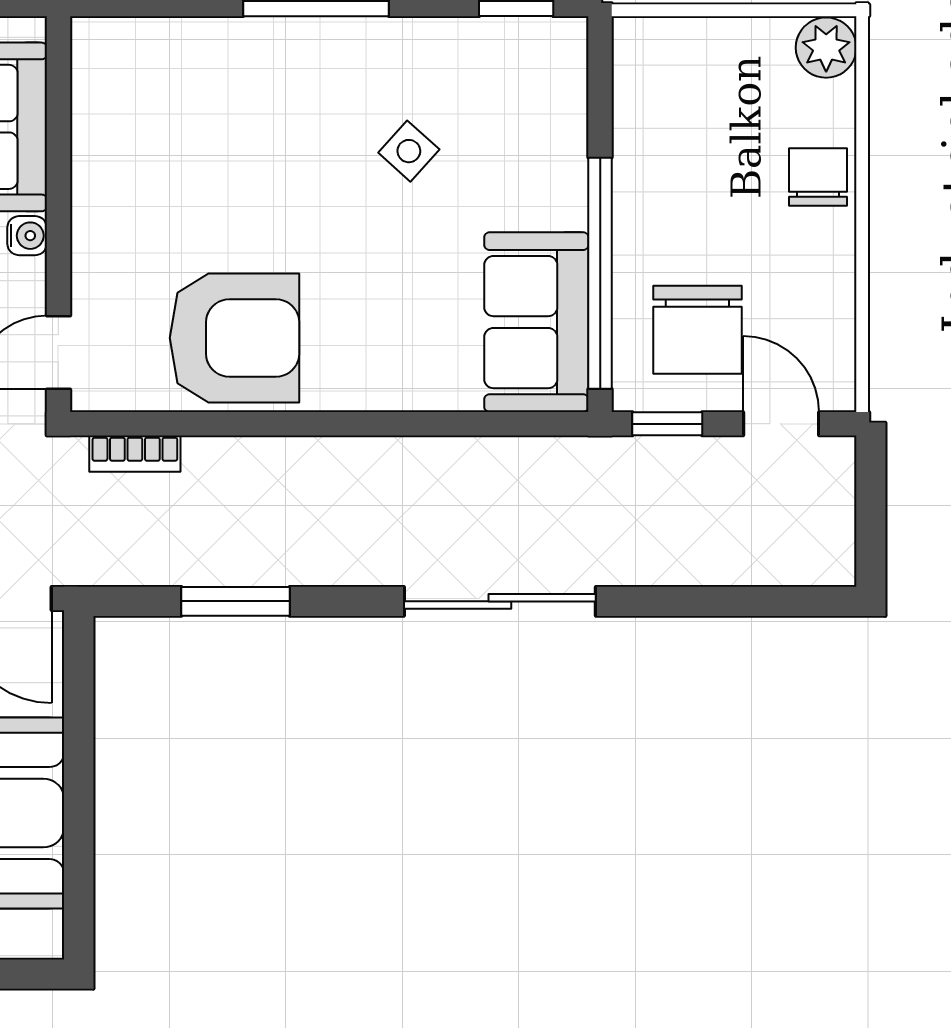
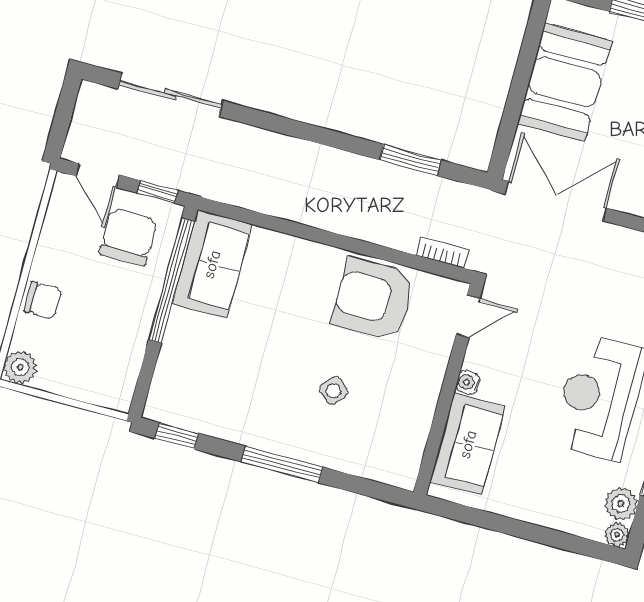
side table: (409, 151) -> (333, 391), moved
chair: (818, 177) -> (43, 300), turned -90
sliding door: (500, 601) -> (170, 95), moved

